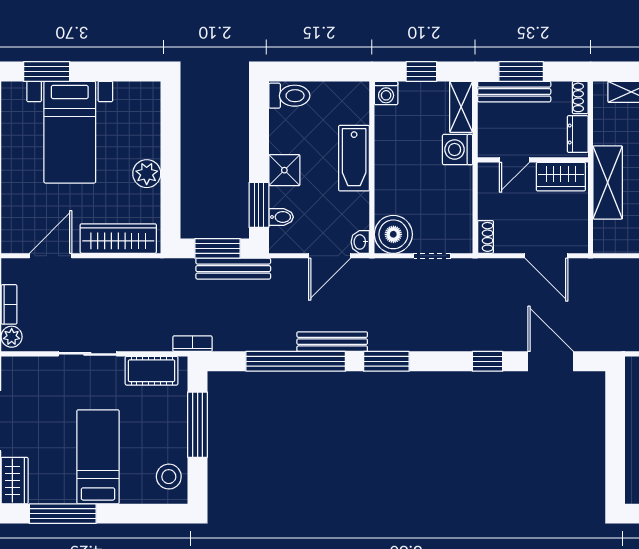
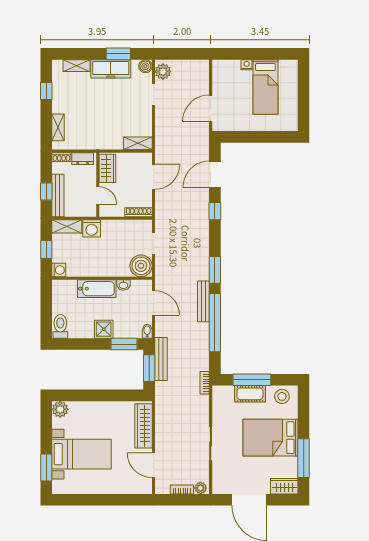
window: (521, 71) -> (46, 191), width x0.67
plant: (147, 174) -> (60, 409), moved
shelving: (608, 182) -> (138, 143), moved, width x0.67, depth x0.75
bidet: (281, 217) -> (147, 331), moved
shoe rack: (485, 237) -> (138, 212), width x1.43
washbasin: (360, 242) -> (123, 285), moved
cot: (152, 371) -> (250, 394), moved, turned 90
bed: (98, 457) -> (270, 438), width x1.50

